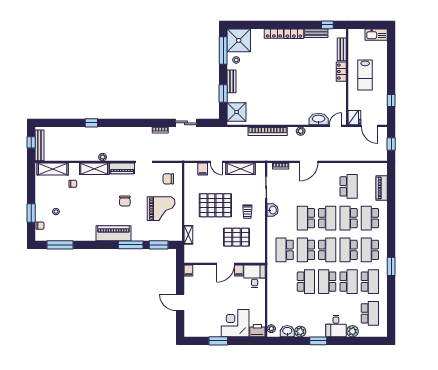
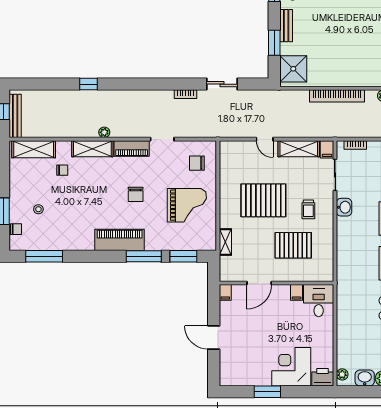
filing cabinet: (203, 169) -> (327, 149), moved
school desk: (285, 250) -> (361, 263), removed
door: (226, 264) -> (259, 283), moved

